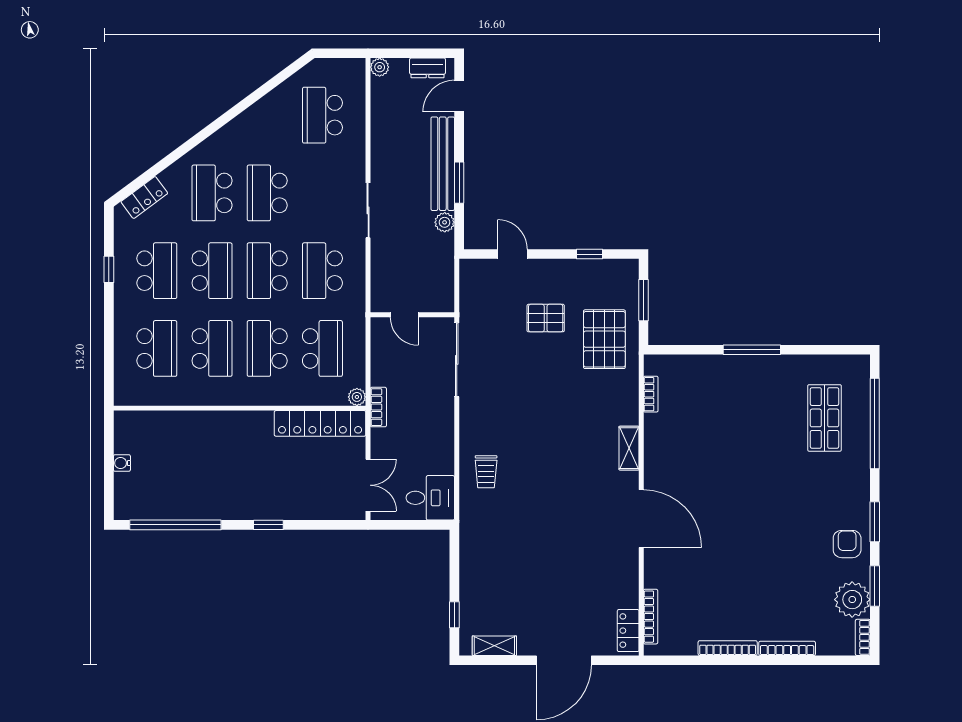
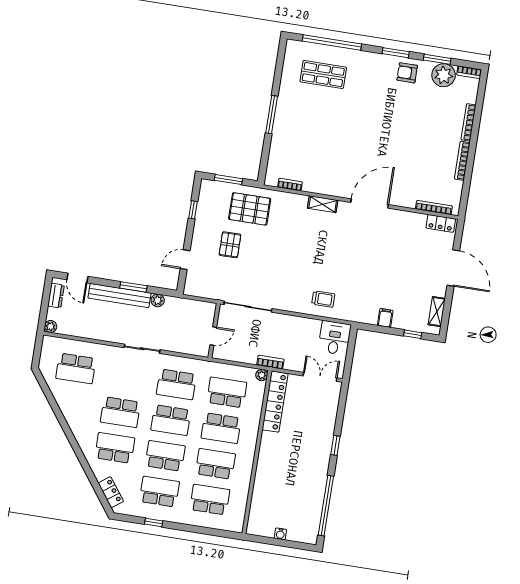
school desk: (212, 193) -> (115, 448), turned 180
filing cabinet: (472, 570) -> (385, 318), added

